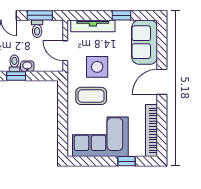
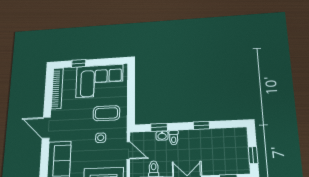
side table: (97, 67) -> (101, 138), width x0.54, depth x0.54
window: (16, 76) -> (159, 127), moved
door: (162, 82) -> (46, 128), swing flipped

